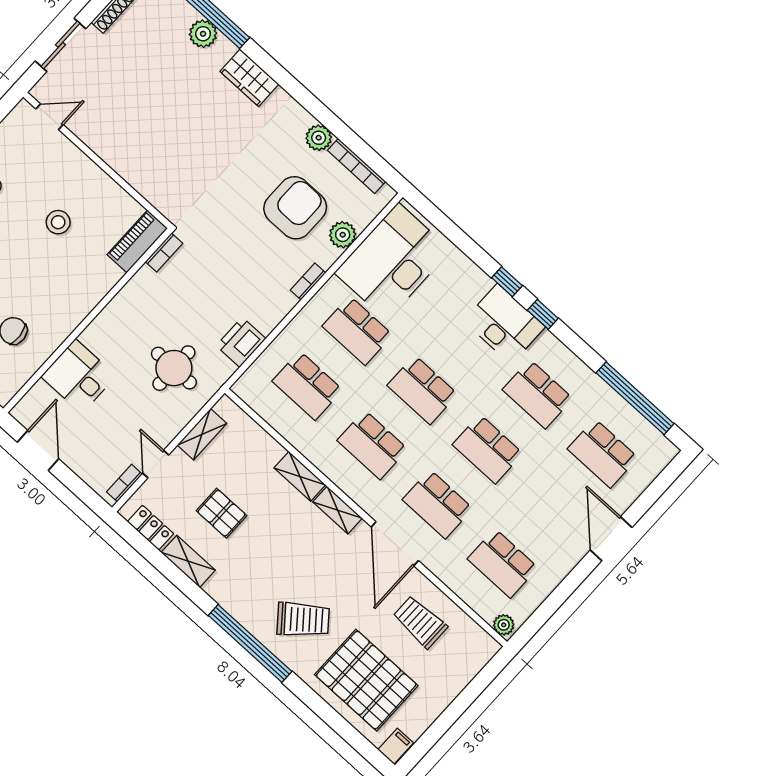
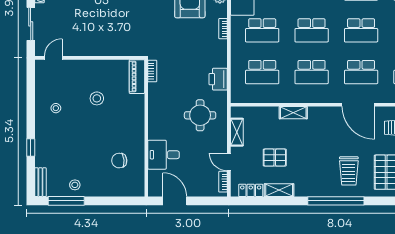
shelving: (337, 510) -> (322, 112), removed
trolley: (303, 620) -> (349, 171), turned 129

